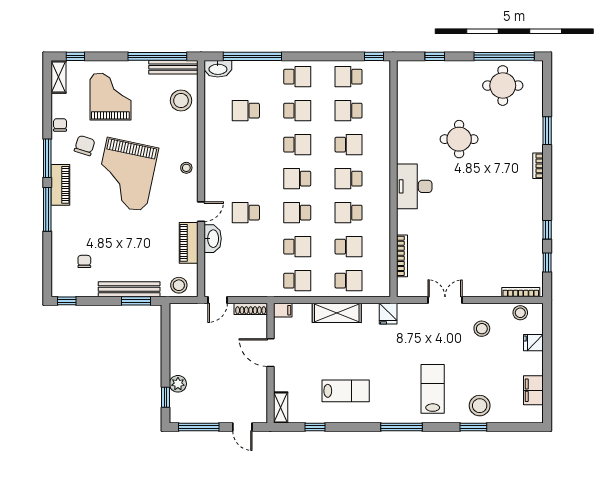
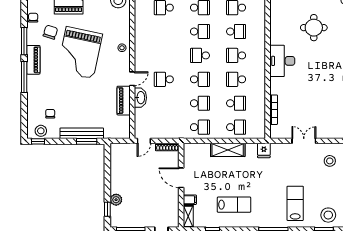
school desk: (297, 213) -> (200, 79), turned 180
stool: (179, 285) -> (41, 131), moved
filing cabinet: (283, 310) -> (190, 200), moved

